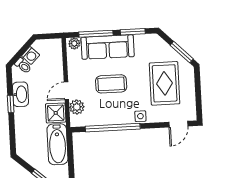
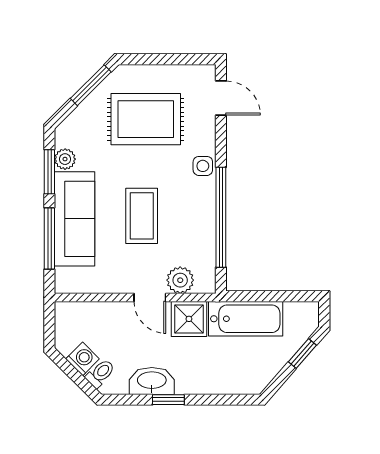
plant: (74, 43) -> (65, 159), moved

